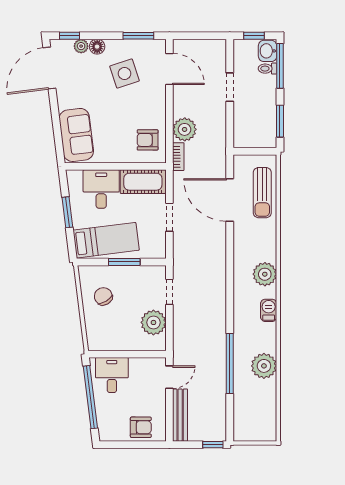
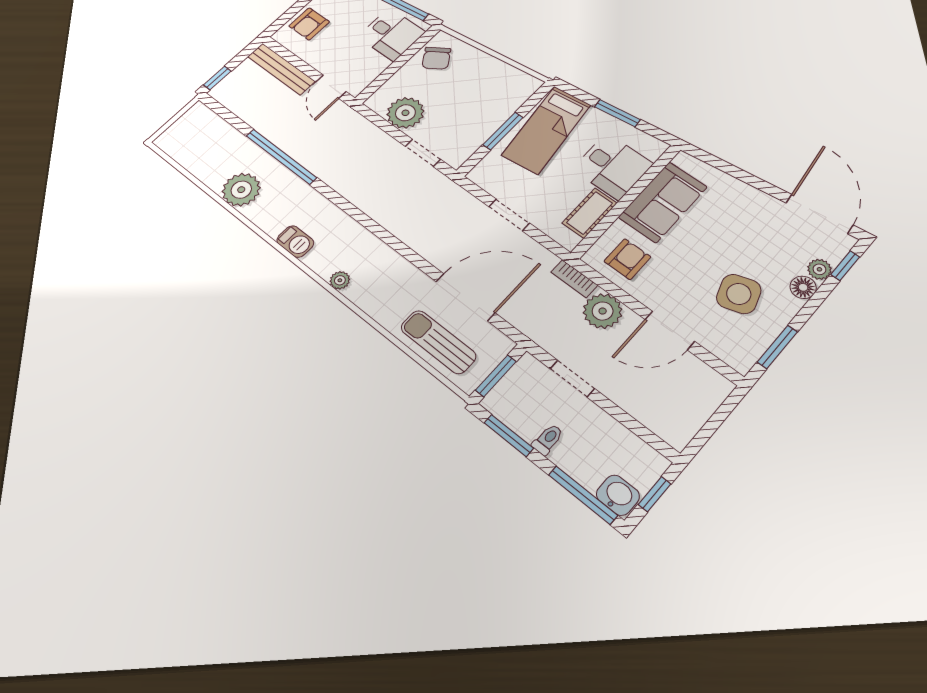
door: (169, 69) -> (670, 330), moved
toilet: (268, 69) -> (548, 439), moved
doorway: (230, 87) -> (572, 379), moved
sofa: (76, 135) -> (663, 202), moved, turned -83
window: (257, 151) -> (496, 376), added
cot: (143, 182) -> (590, 213), width x0.73, depth x0.75
plant: (265, 274) -> (340, 280), width x0.53, depth x0.53
chair: (103, 296) -> (436, 58), moved, turned 87

